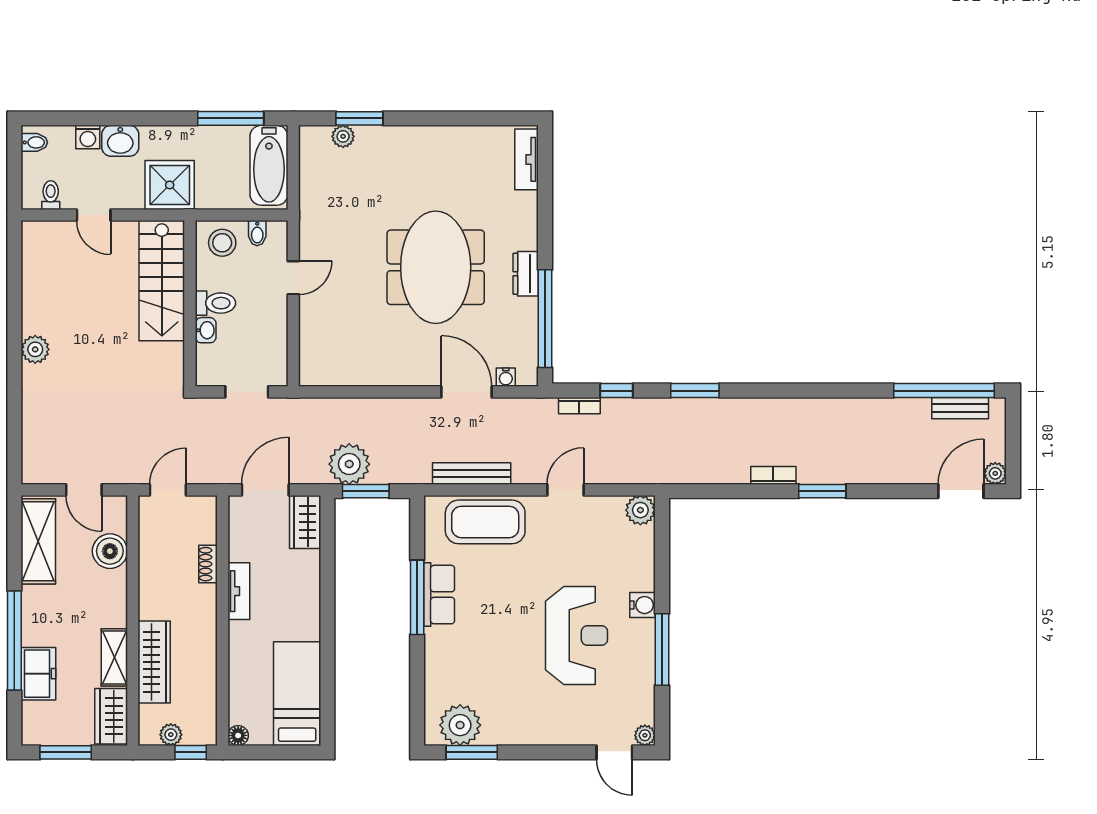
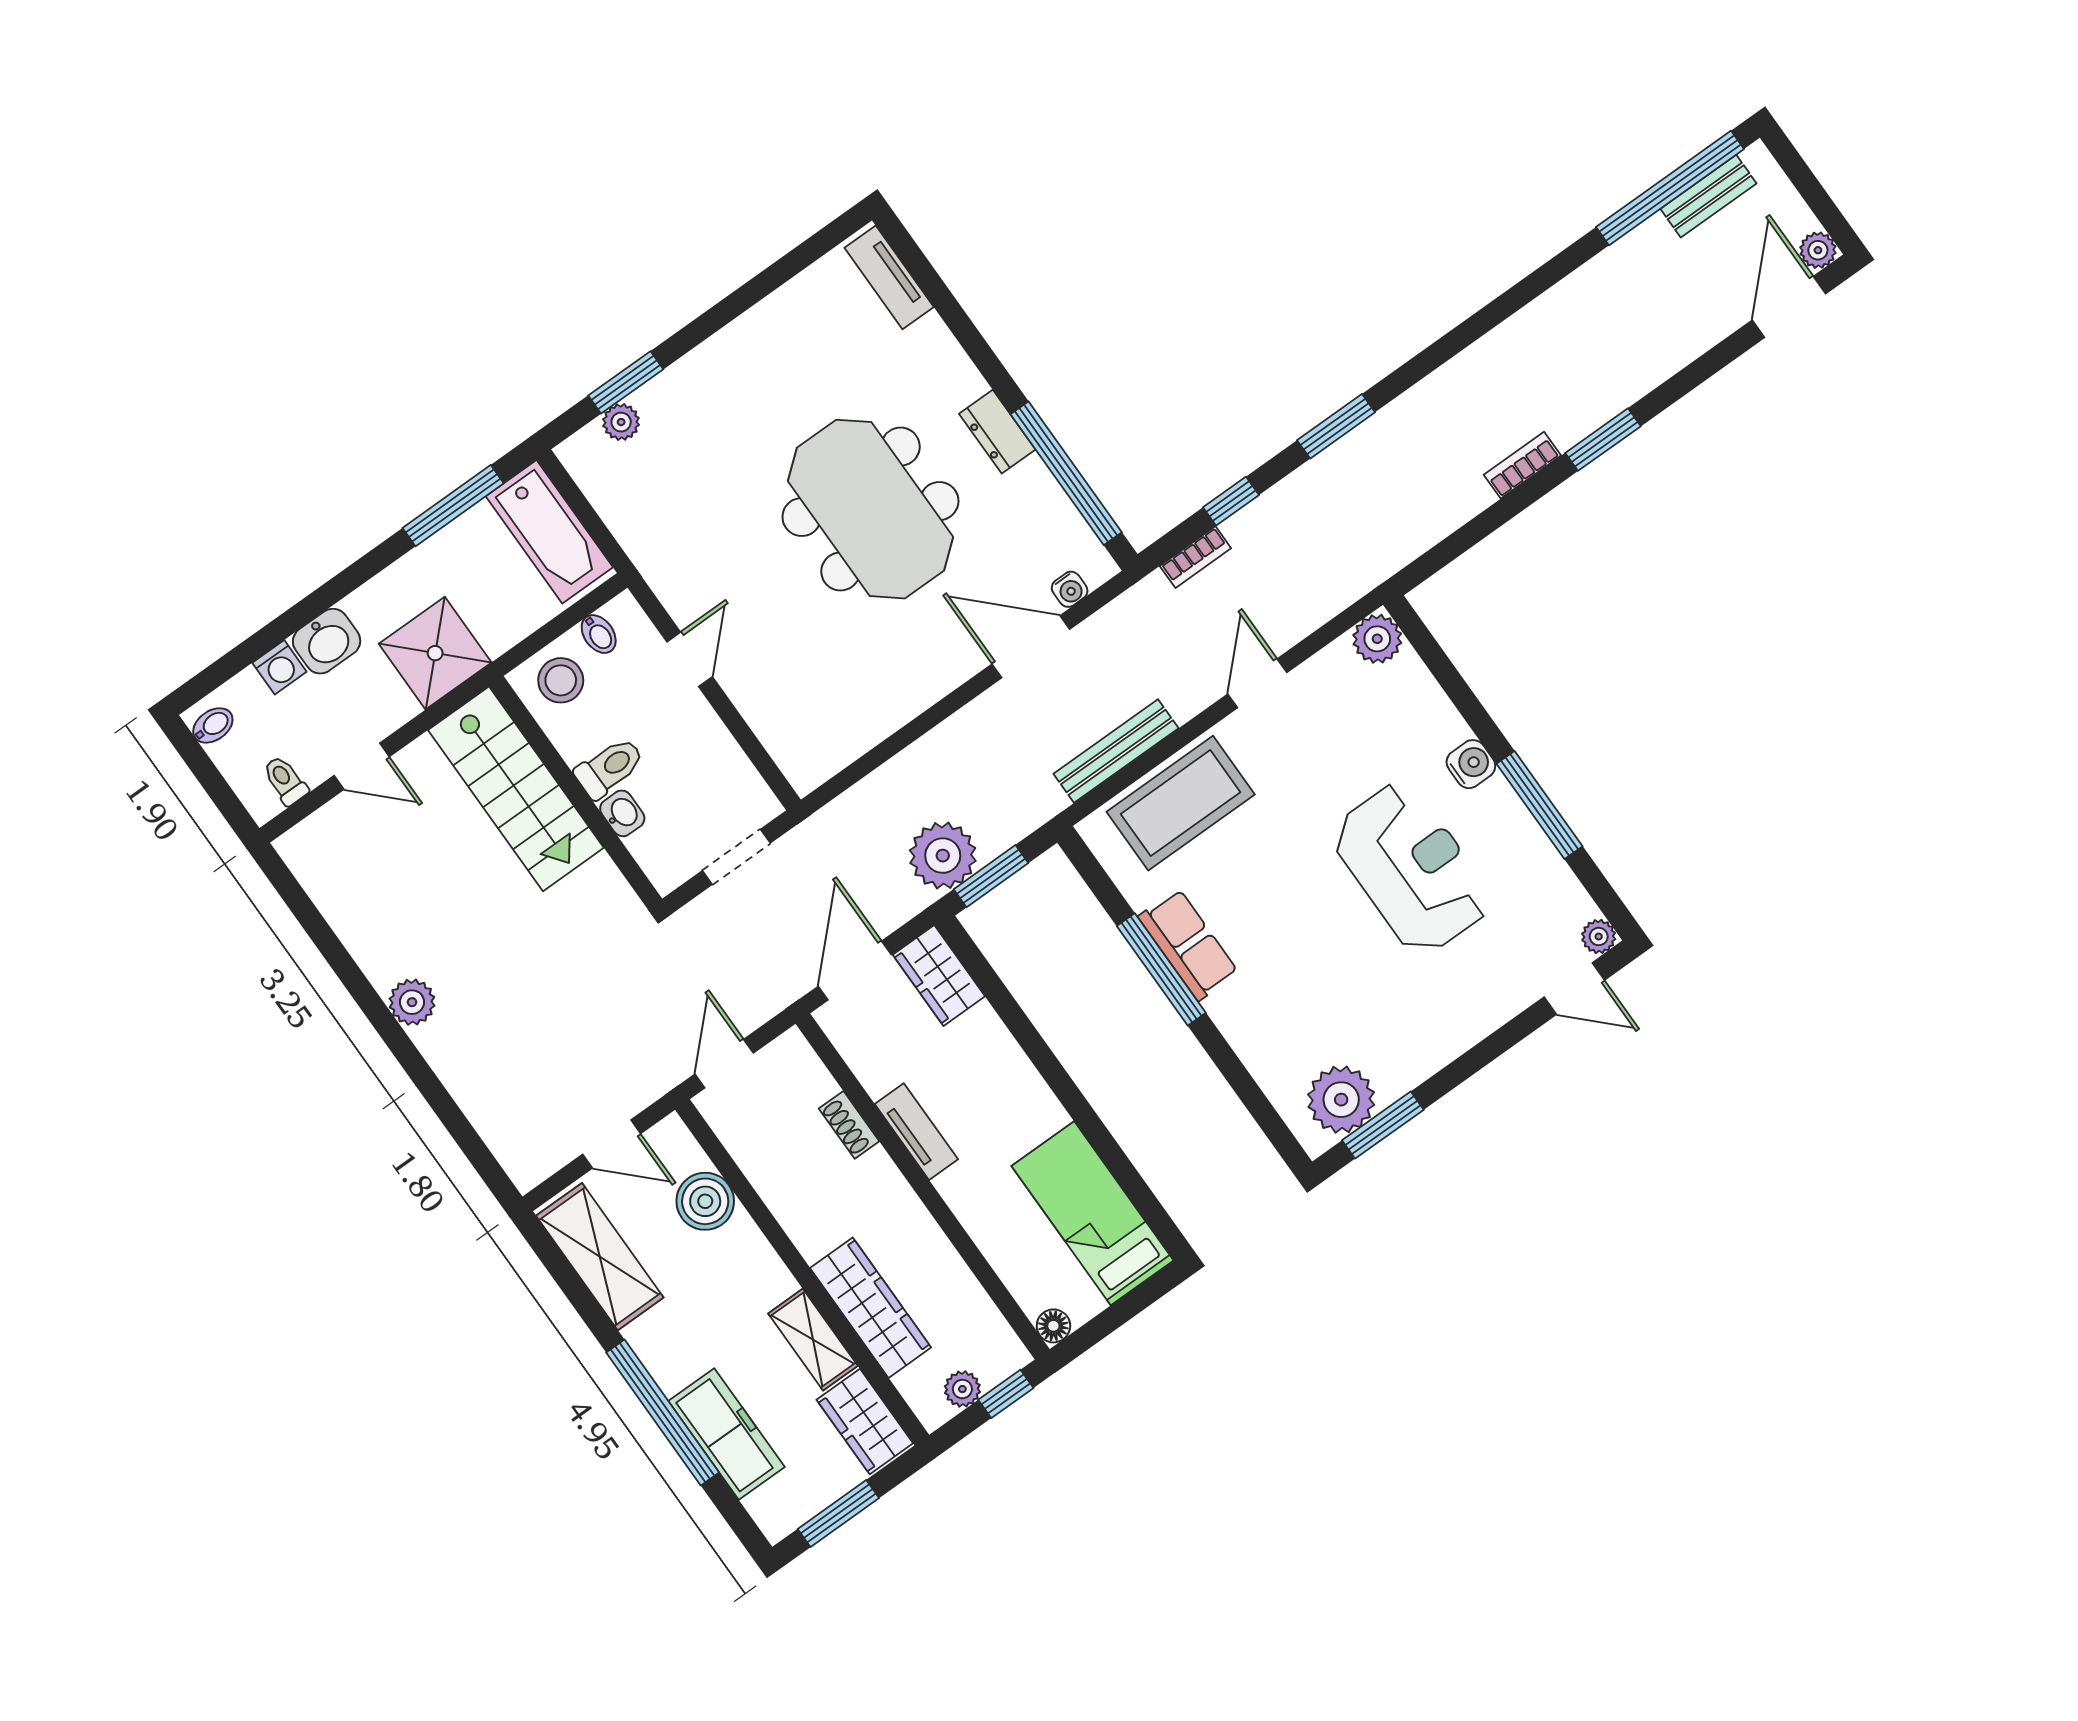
freezer: (38, 674) -> (726, 1434), width x1.40

